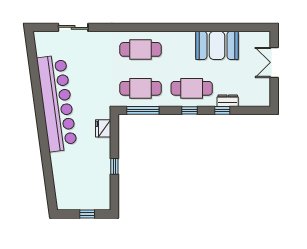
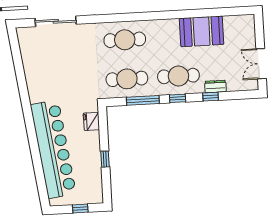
sliding door: (73, 27) -> (56, 21), width x1.37
double door: (274, 62) -> (261, 64), moved
bar counter: (57, 103) -> (53, 149), moved
window: (143, 110) -> (143, 100), moved

